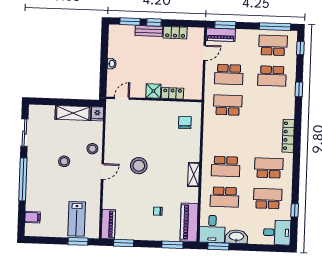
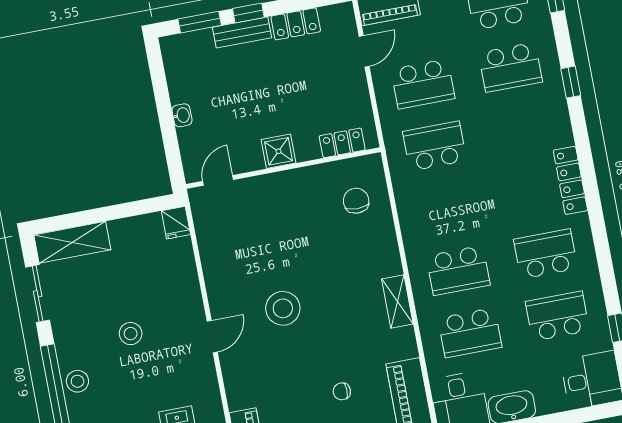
locker: (172, 93) -> (342, 143), moved
shelving: (73, 113) -> (72, 242), moved
stool: (92, 149) -> (77, 381), moved

